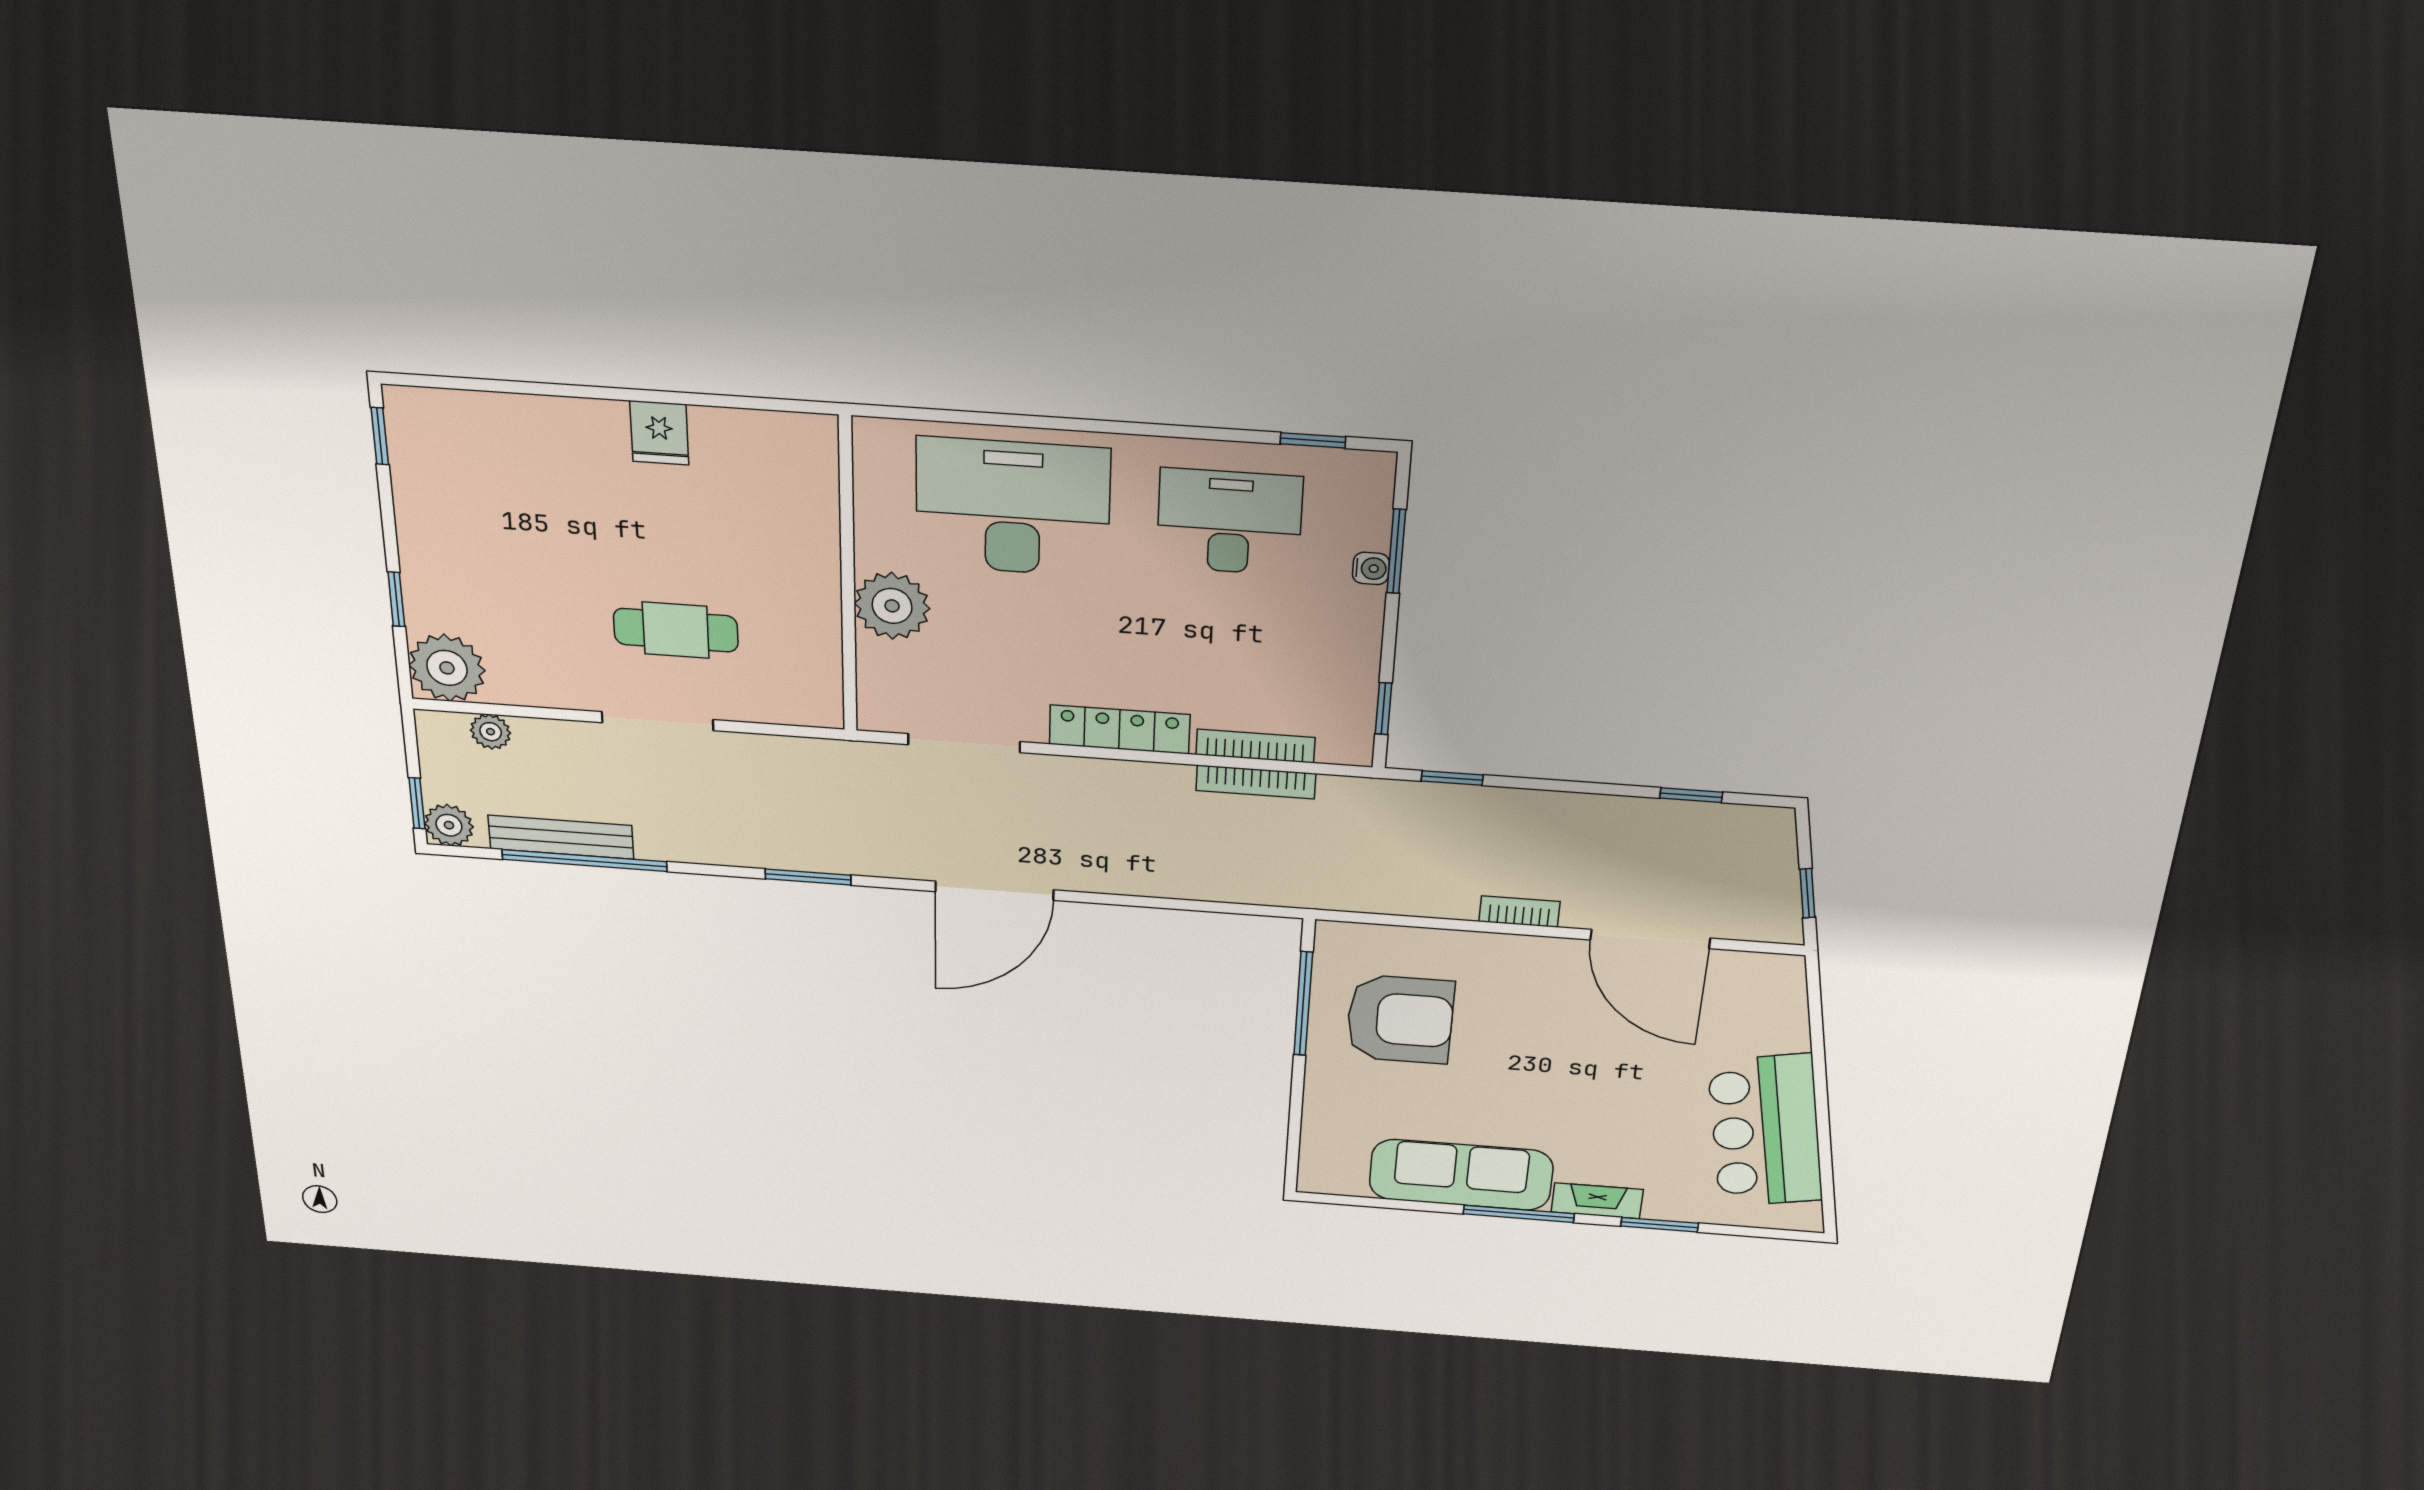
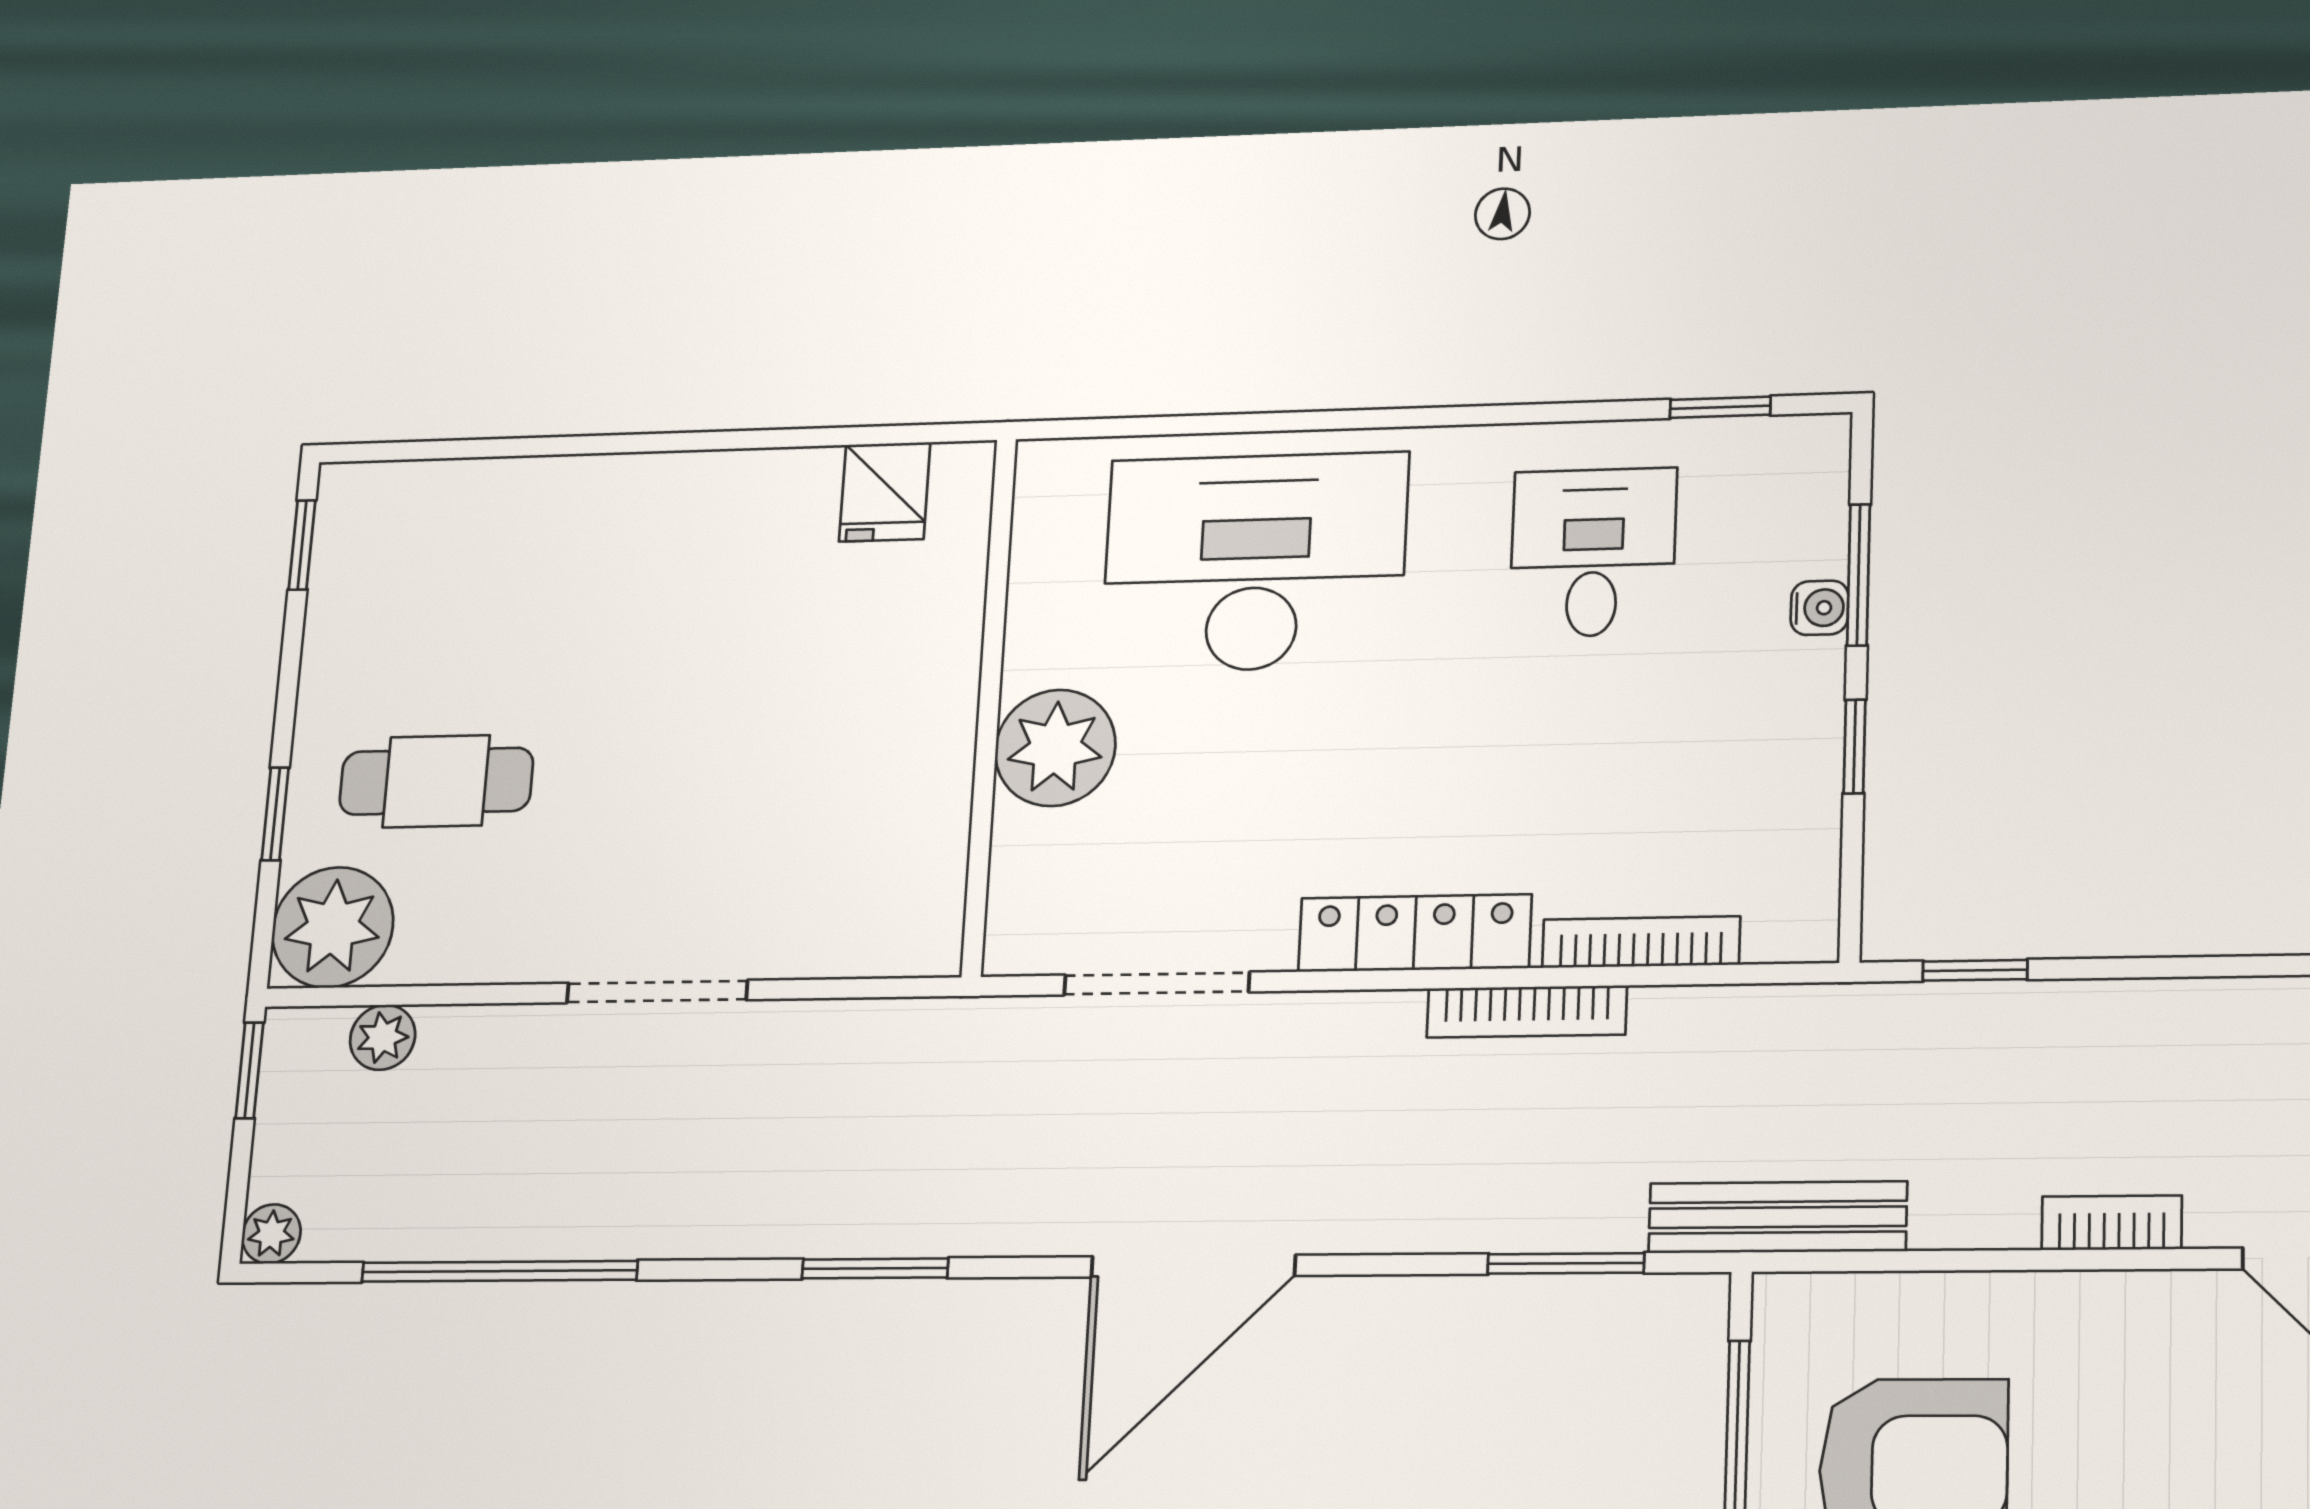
fridge: (659, 433) -> (885, 492), moved
desk: (1229, 522) -> (1593, 553), width x0.73
cafe table: (676, 630) -> (436, 781), moved
window: (1383, 709) -> (1854, 747), moved
bookcase: (1256, 782) -> (1527, 1012), moved
window: (417, 803) -> (249, 1070), moved
plant: (449, 825) -> (271, 1234), width x0.73, depth x0.73
bench: (561, 837) -> (1778, 1217), moved
window: (1209, 907) -> (1566, 1263), added

